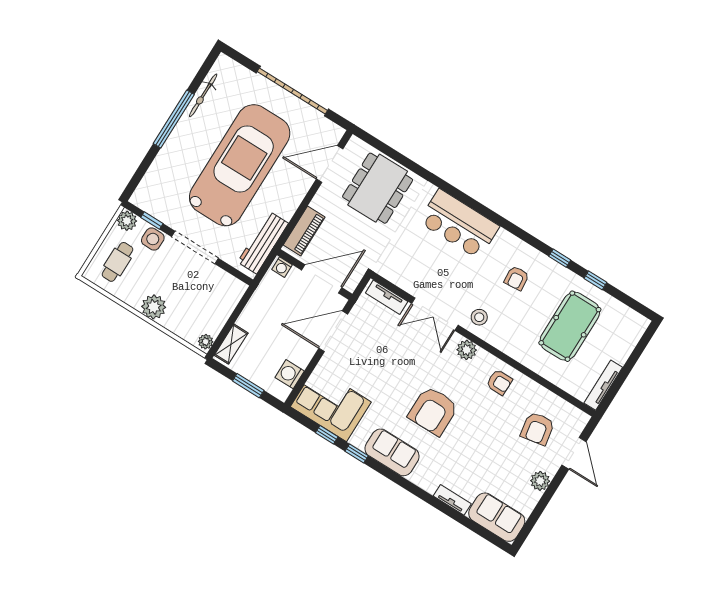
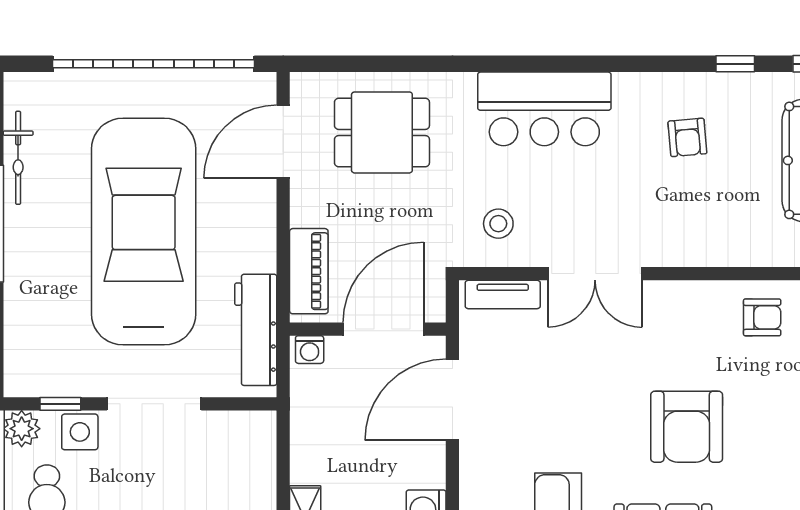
garage door: (292, 91) -> (153, 64), width x1.36
dining table: (378, 188) -> (382, 132), width x0.73
stool: (479, 317) -> (498, 224), moved
plant: (467, 350) -> (679, 299), removed

